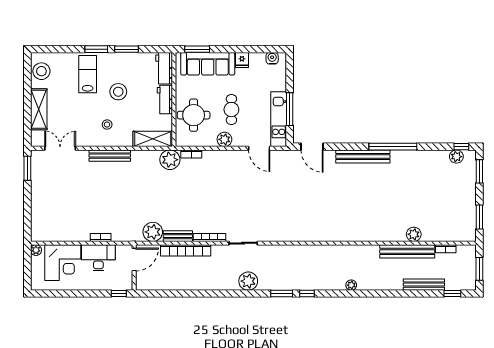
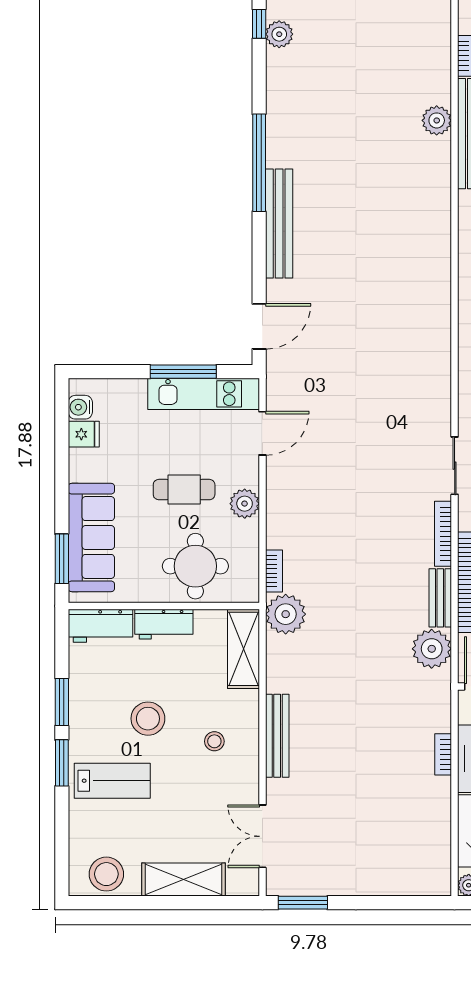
fridge: (242, 60) -> (84, 434), moved
lab bench: (88, 74) -> (112, 781), turned 180

